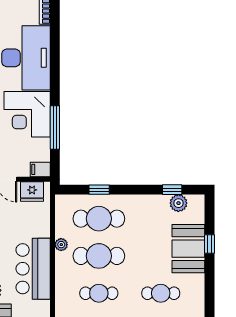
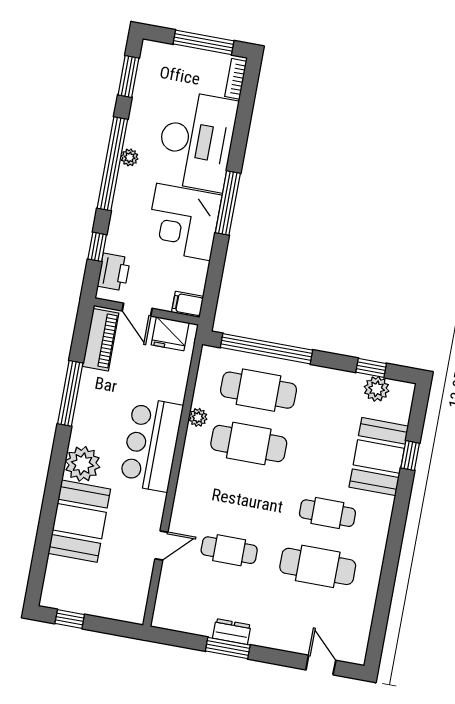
window: (55, 127) -> (228, 203), moved
window: (99, 190) -> (267, 349), width x3.17
cafe table: (99, 293) -> (239, 497), removed

